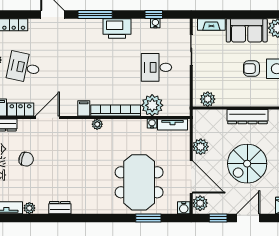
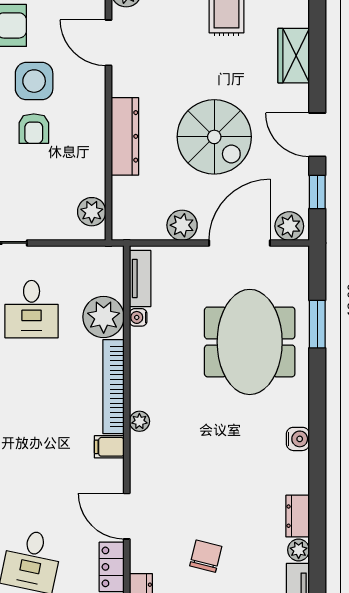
meeting table: (139, 182) -> (250, 342), turned 90
dresser: (60, 208) -> (298, 516), moved
water cooler: (184, 208) -> (298, 439), moved

